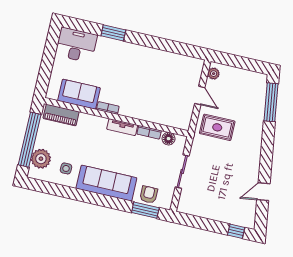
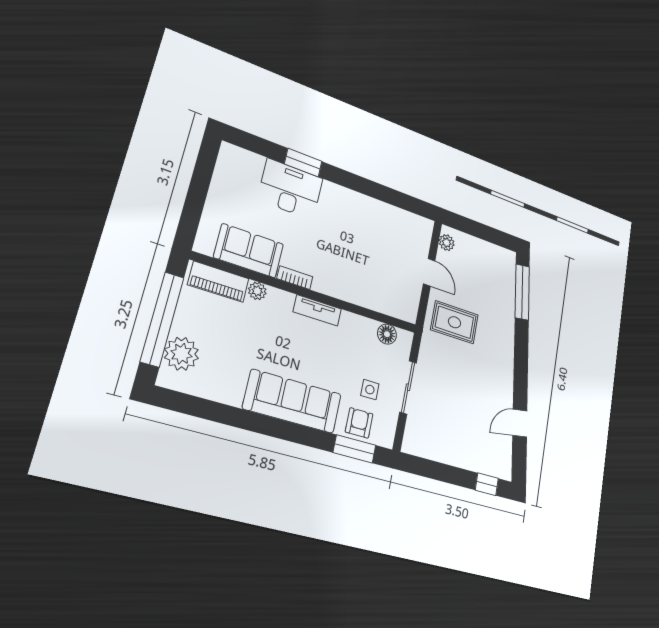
desk: (76, 45) -> (290, 189), moved
plant: (84, 118) -> (257, 291), added
bookcase: (149, 132) -> (358, 322), removed
side table: (66, 168) -> (370, 390), moved

